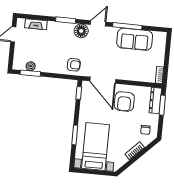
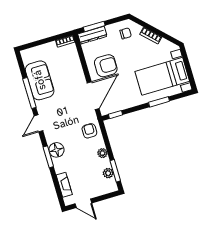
door: (98, 23) -> (38, 123), hinge flipped
floor lamp: (81, 31) -> (56, 150), moved
plant: (50, 68) -> (102, 153), added

